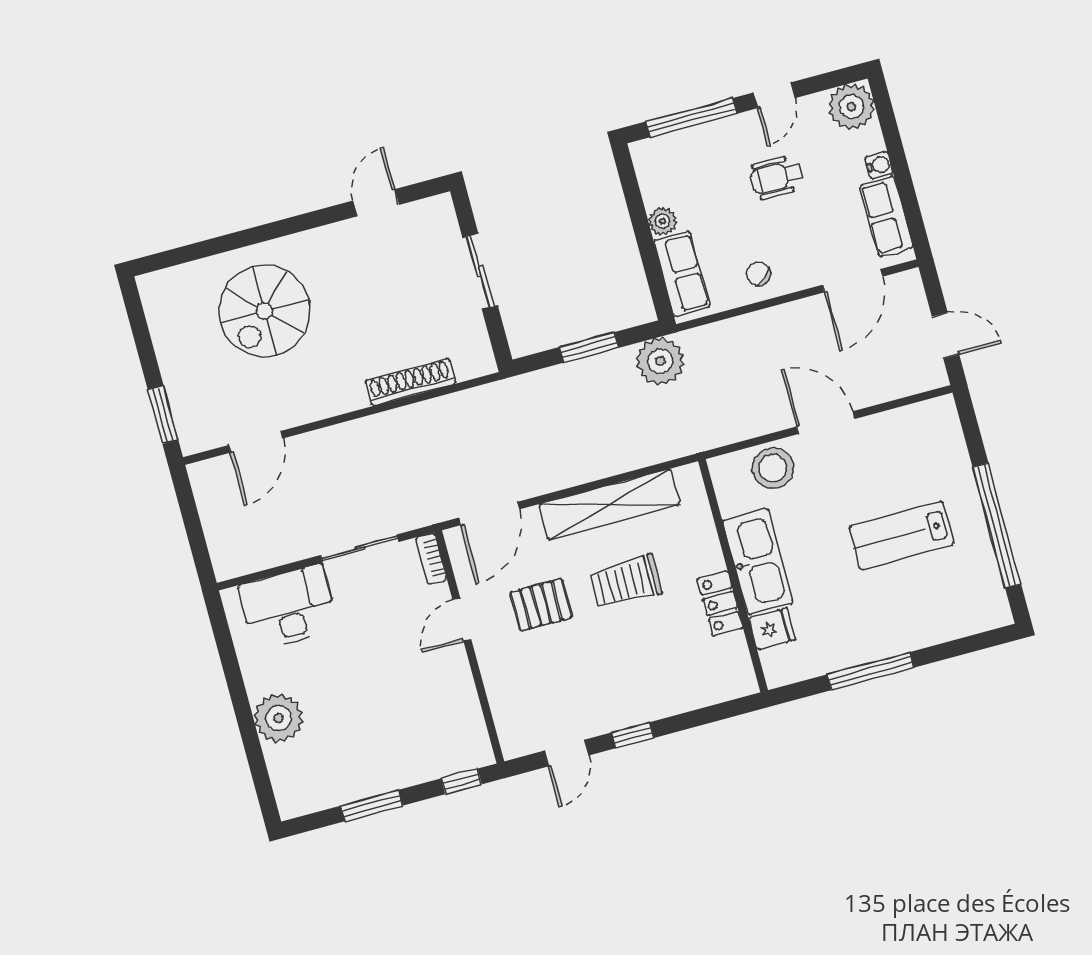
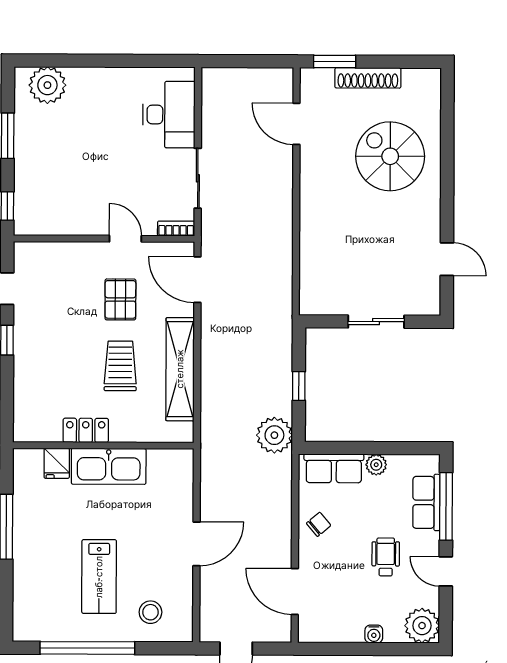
row of seats: (887, 217) -> (426, 502), moved, turned -90
window: (589, 347) -> (299, 386), width x0.67
shoe rack: (410, 382) -> (368, 78), moved, turned 90
stool: (773, 468) -> (150, 612), moved, width x0.73, depth x0.73
lab bench: (902, 535) -> (99, 577), turned 180
plant: (279, 718) -> (47, 85), moved

